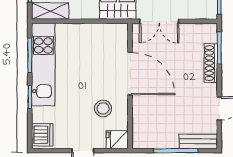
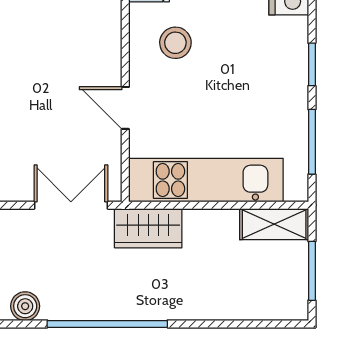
kitchen unit: (43, 65) -> (206, 180), moved, turned 90
door: (130, 74) -> (125, 108), width x0.53

